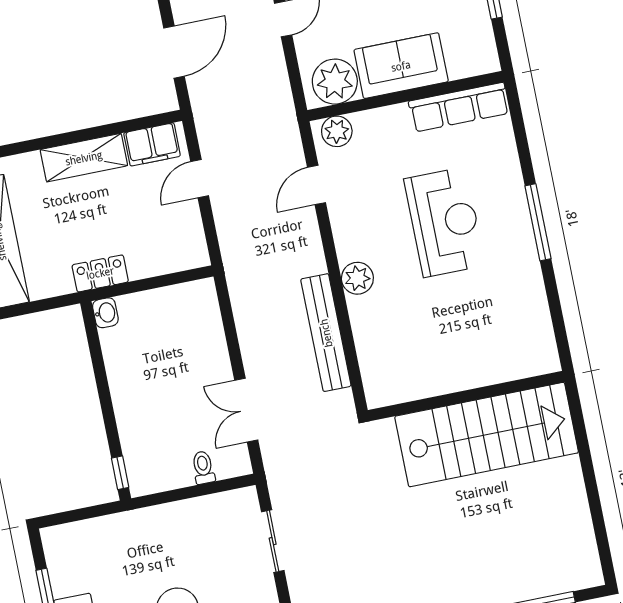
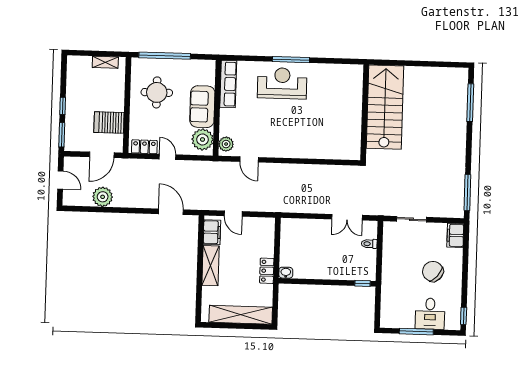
reception desk: (445, 222) -> (282, 83), moved
plant: (357, 278) -> (297, 151), removed
bench: (326, 333) -> (319, 171), removed

